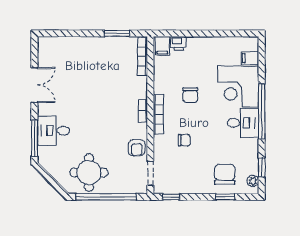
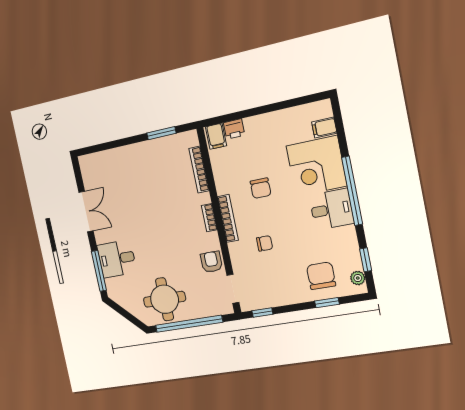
bookcase: (142, 57) -> (199, 170), moved
armchair: (137, 148) -> (211, 262), turned 180

